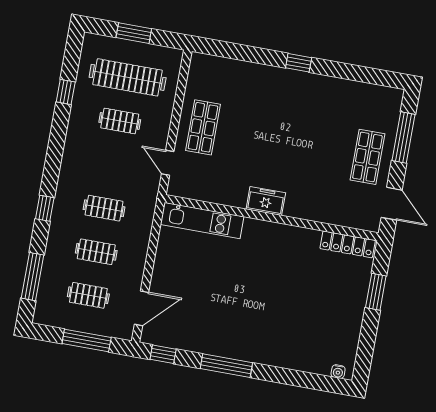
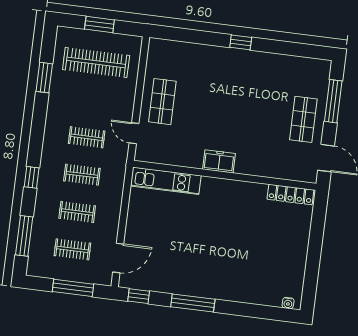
window: (66, 92) -> (44, 78), width x1.50
clothes rail: (120, 121) -> (87, 137), moved
window: (376, 292) -> (317, 233), removed

